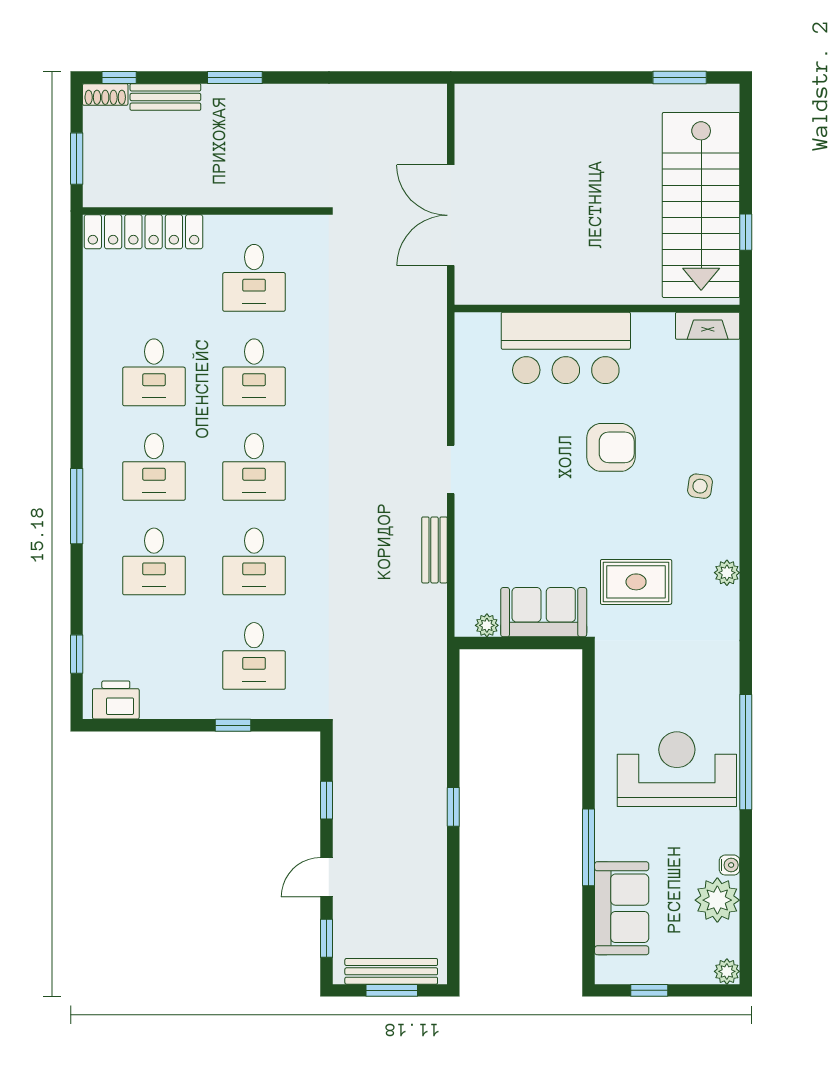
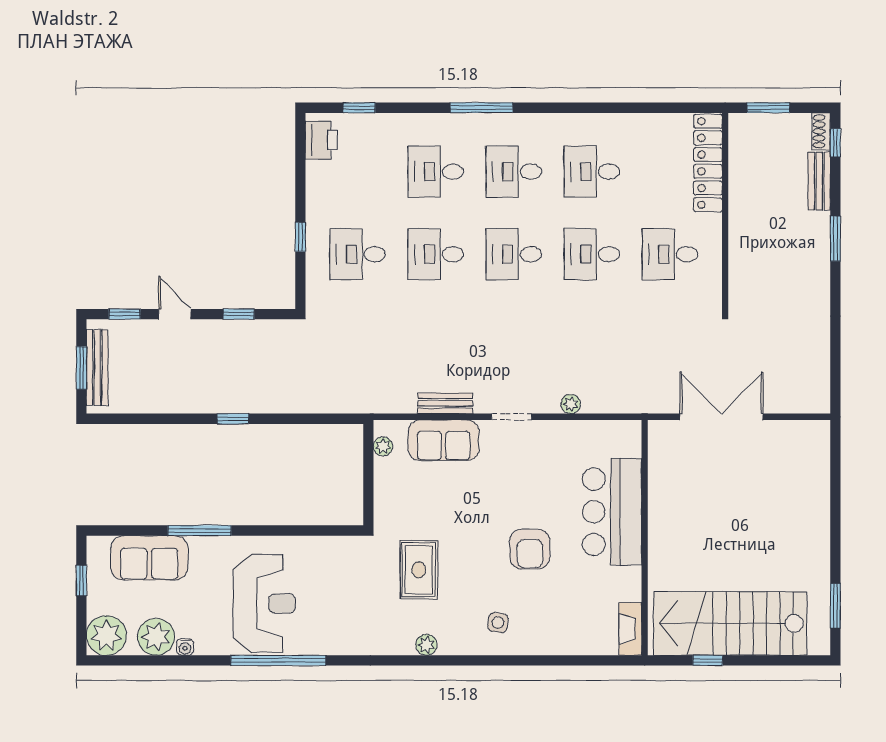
plant: (435, 398) -> (571, 404), added
sofa: (544, 612) -> (444, 440), moved, turned 90
plant: (727, 971) -> (106, 635), width x1.88, depth x1.88

